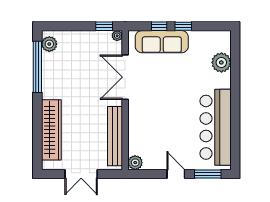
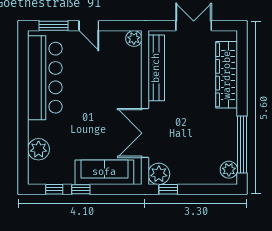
window: (159, 26) -> (54, 189), moved
plant: (117, 36) -> (159, 174), width x1.87, depth x1.87
double door: (125, 77) -> (145, 133), swing flipped

